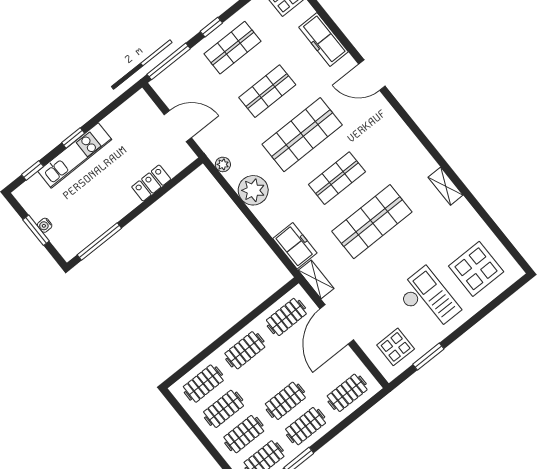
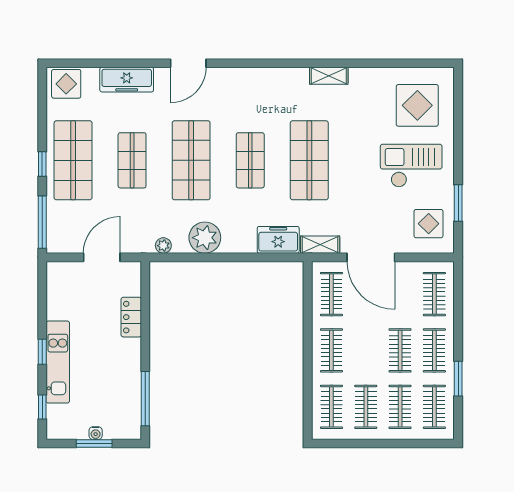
shop shelf: (232, 48) -> (73, 160), width x1.43, depth x1.36

